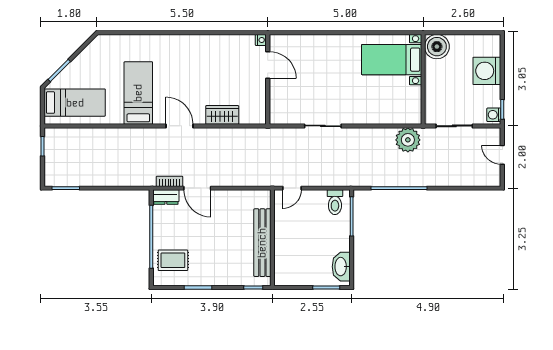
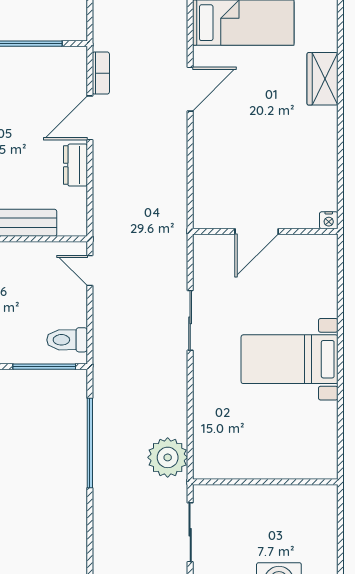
boiler: (437, 47) -> (318, 504), removed
bed with nightstands: (392, 60) -> (290, 359), moved, turned -90
door: (268, 65) -> (257, 231), moved
wardrobe: (222, 115) -> (323, 79), moved, turned 180
dresser: (166, 197) -> (75, 165), moved

